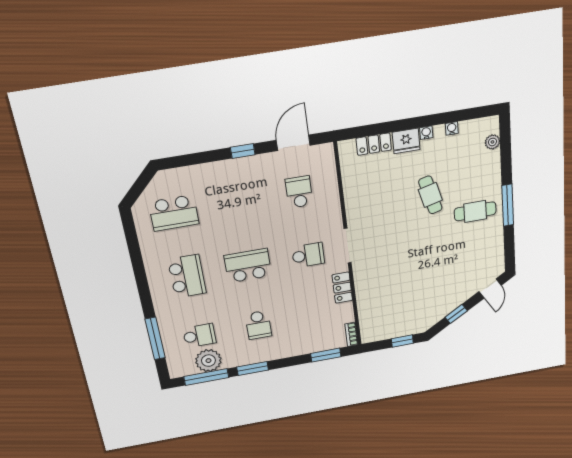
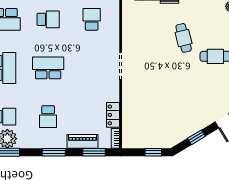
school desk: (308, 255) -> (48, 19), moved
locker: (342, 288) -> (113, 115), moved
piano: (309, 346) -> (83, 141), added
window: (253, 368) -> (54, 152), moved

